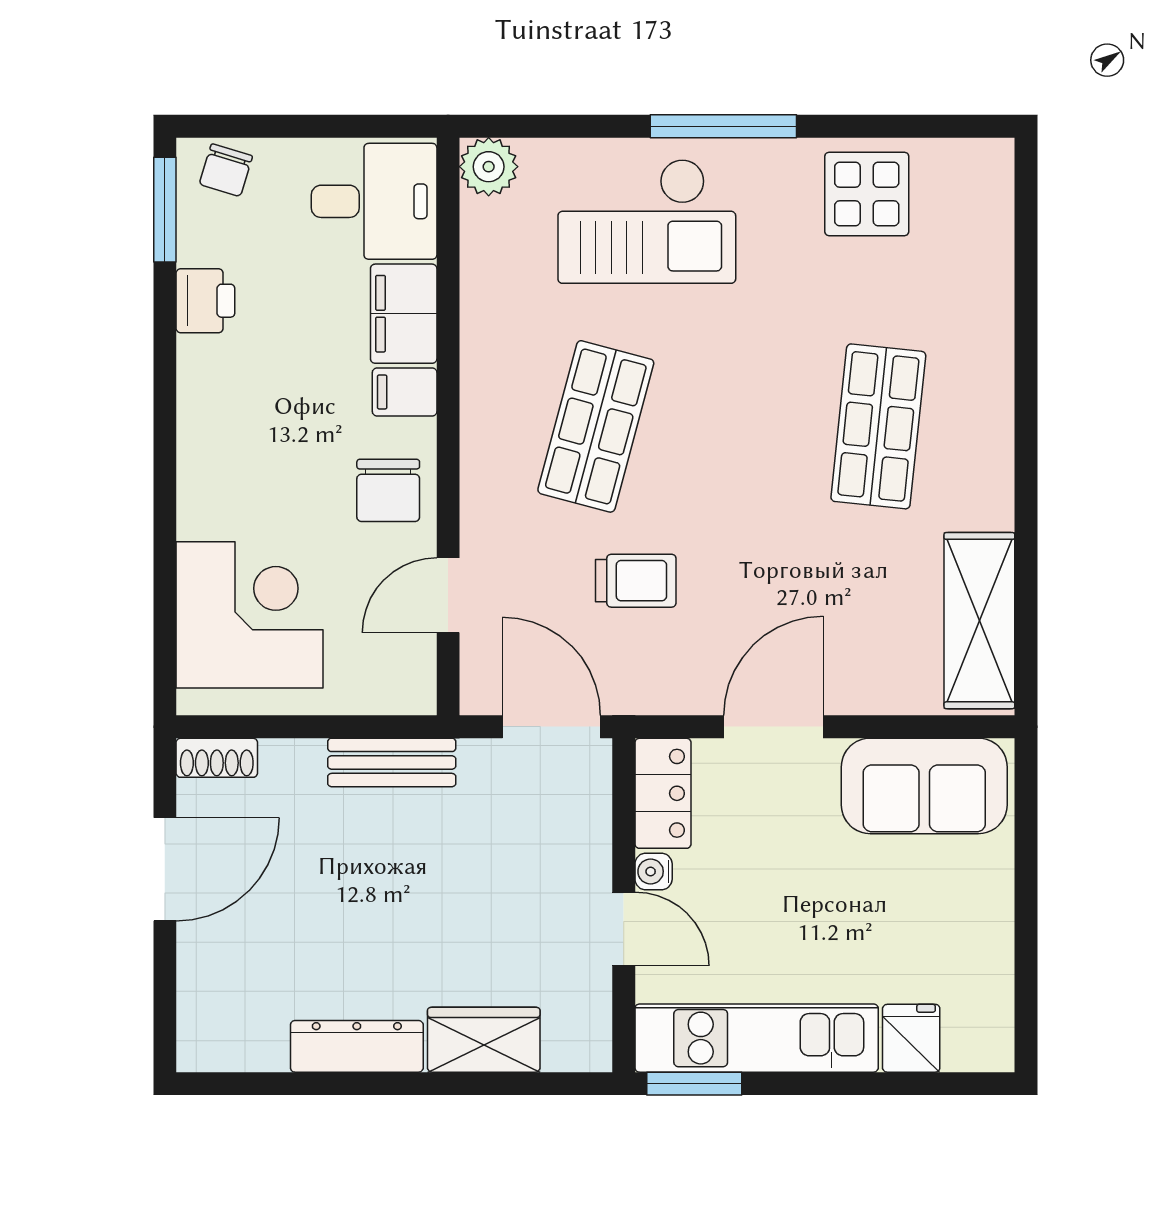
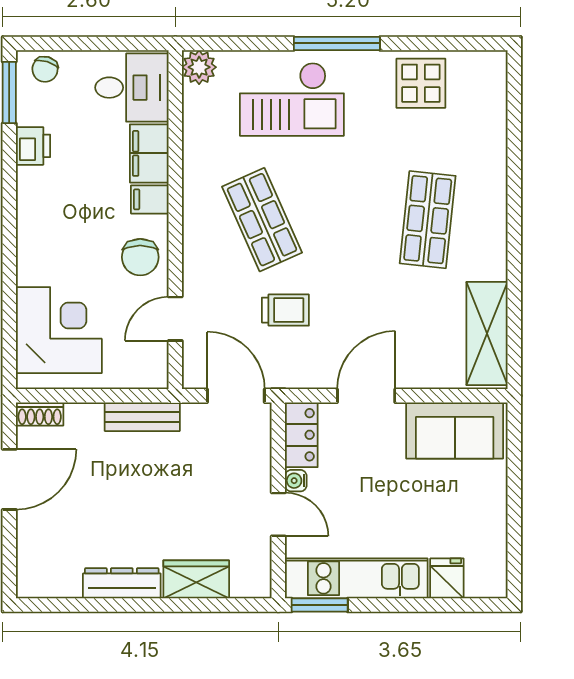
shop shelf: (596, 426) -> (262, 220), turned -39

